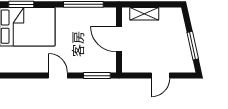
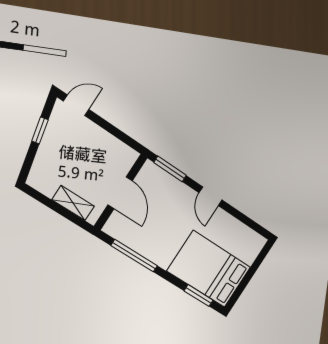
window: (193, 46) -> (40, 130), width x0.67
door: (160, 76) -> (76, 105), moved

